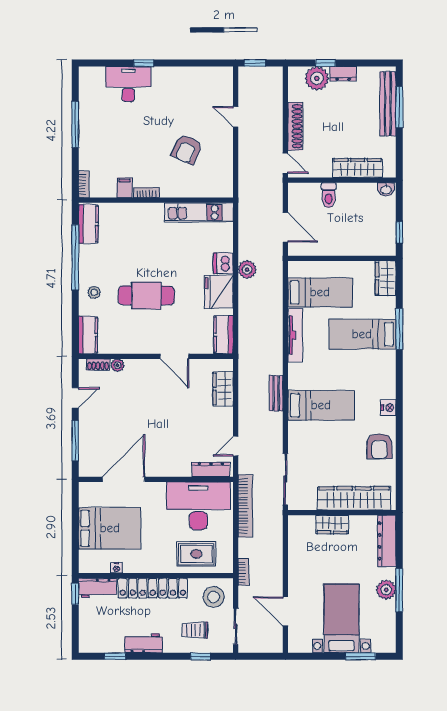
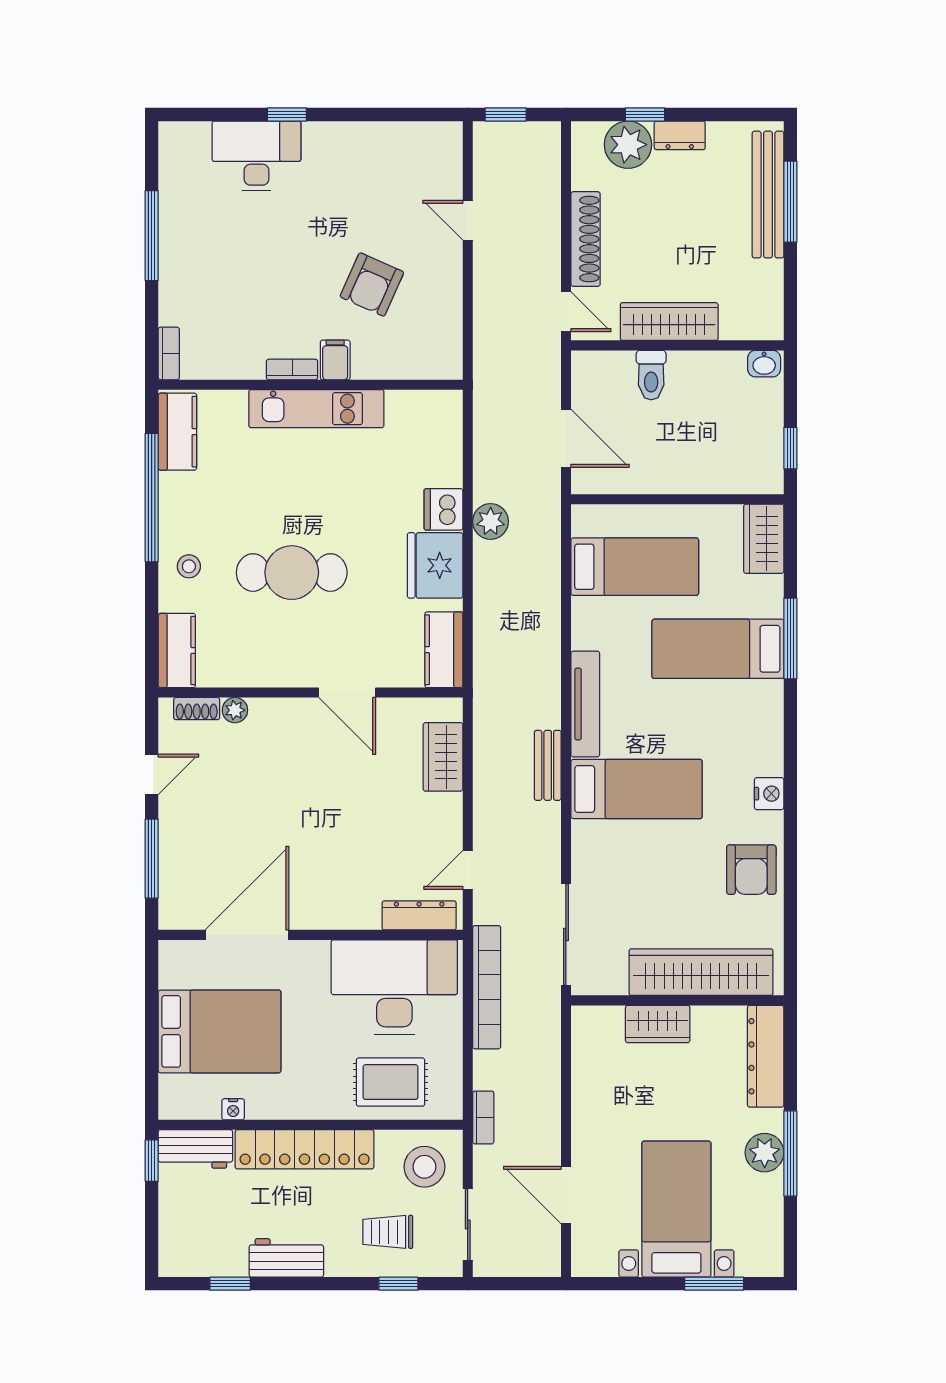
wardrobe: (358, 168) -> (669, 322), moved
filing cabinet: (125, 188) -> (335, 360), moved
kitchen unit: (199, 212) -> (316, 409), moved
tv unit: (295, 335) -> (585, 704), moved

